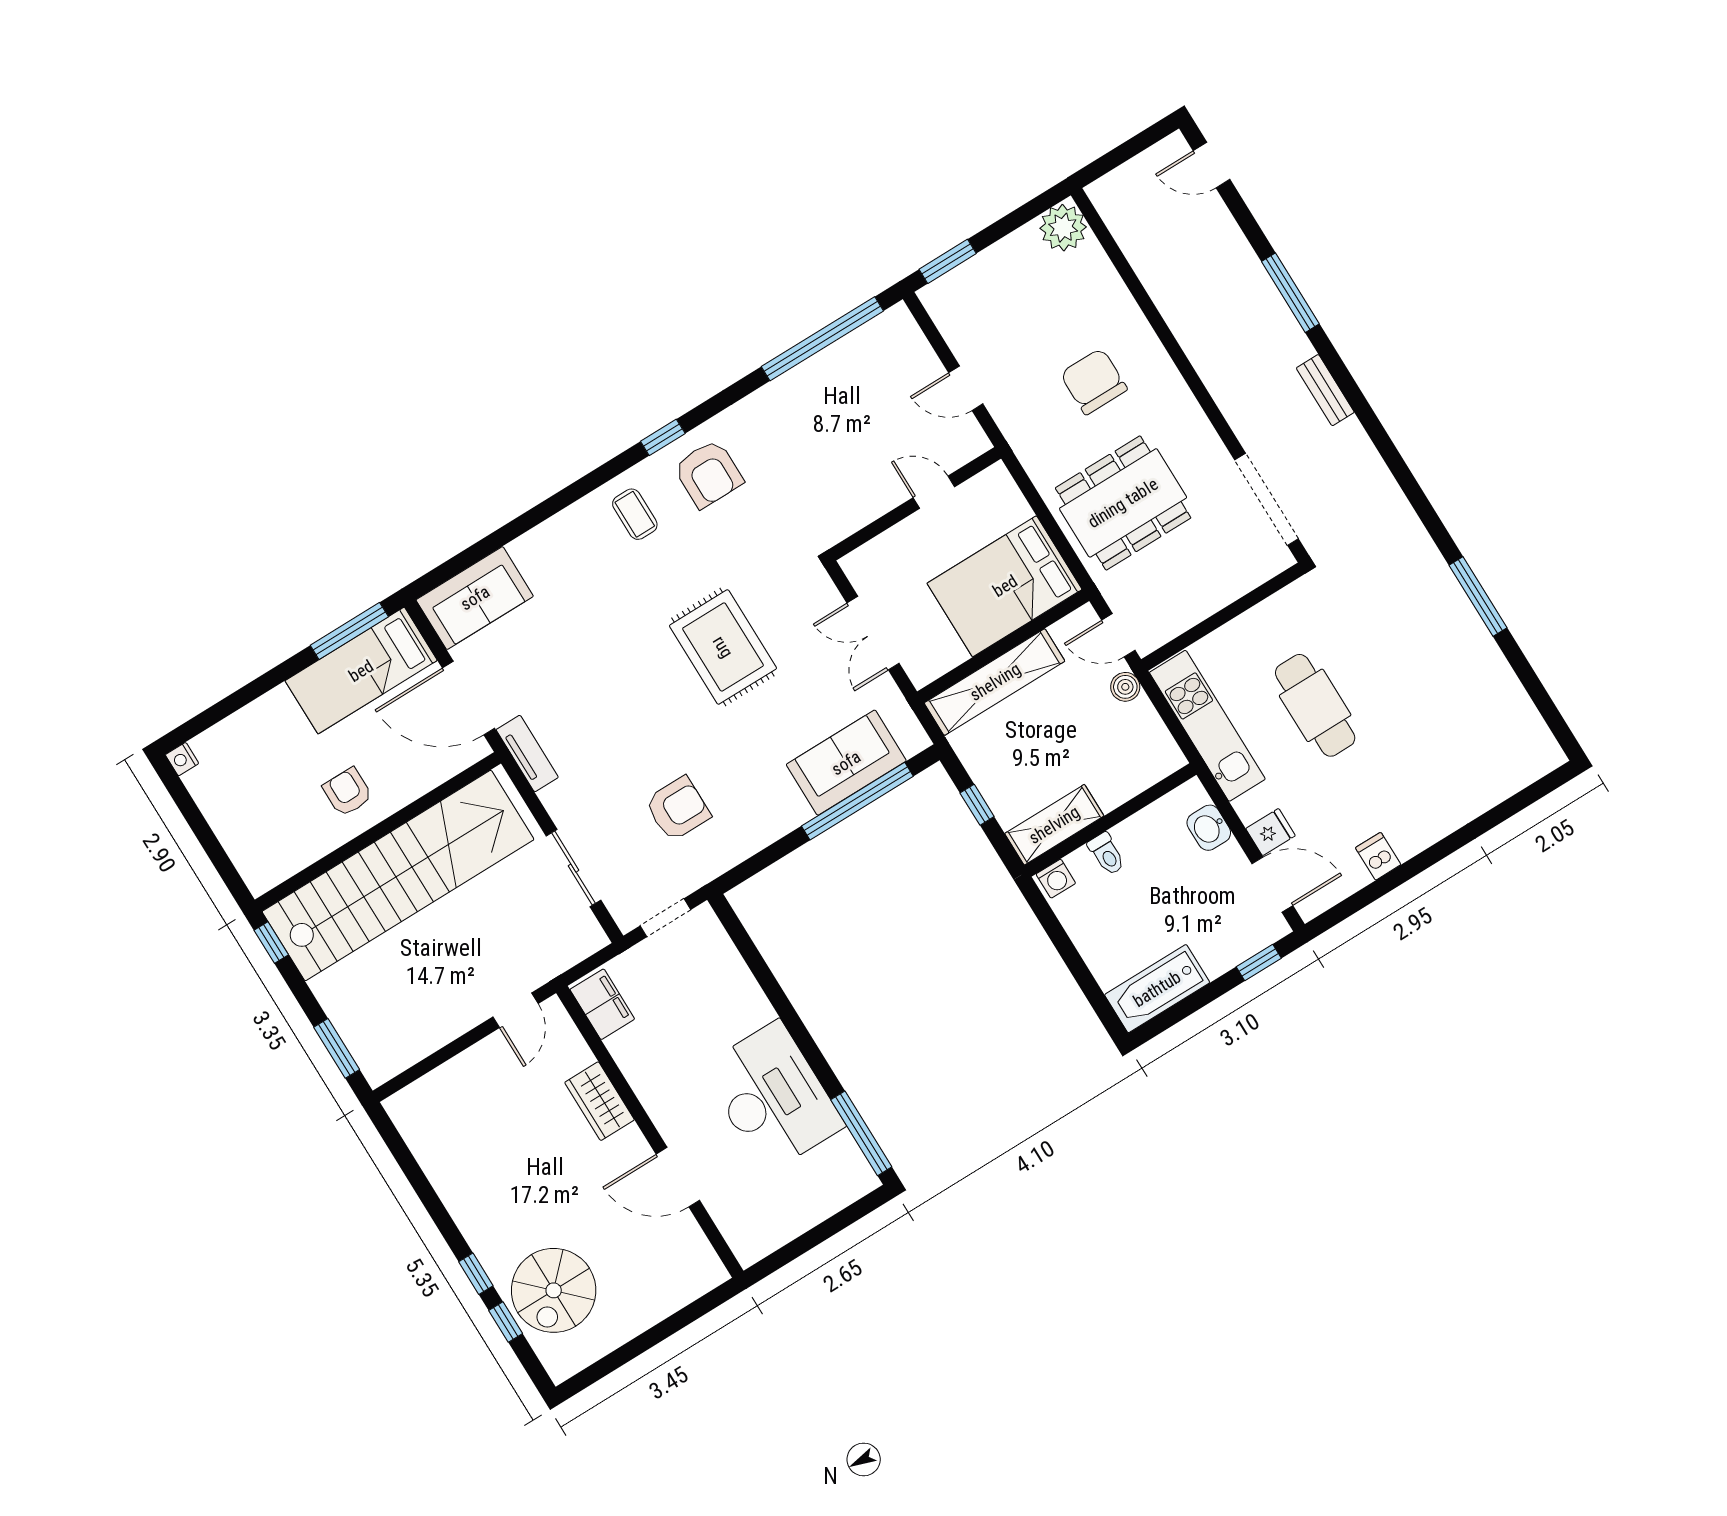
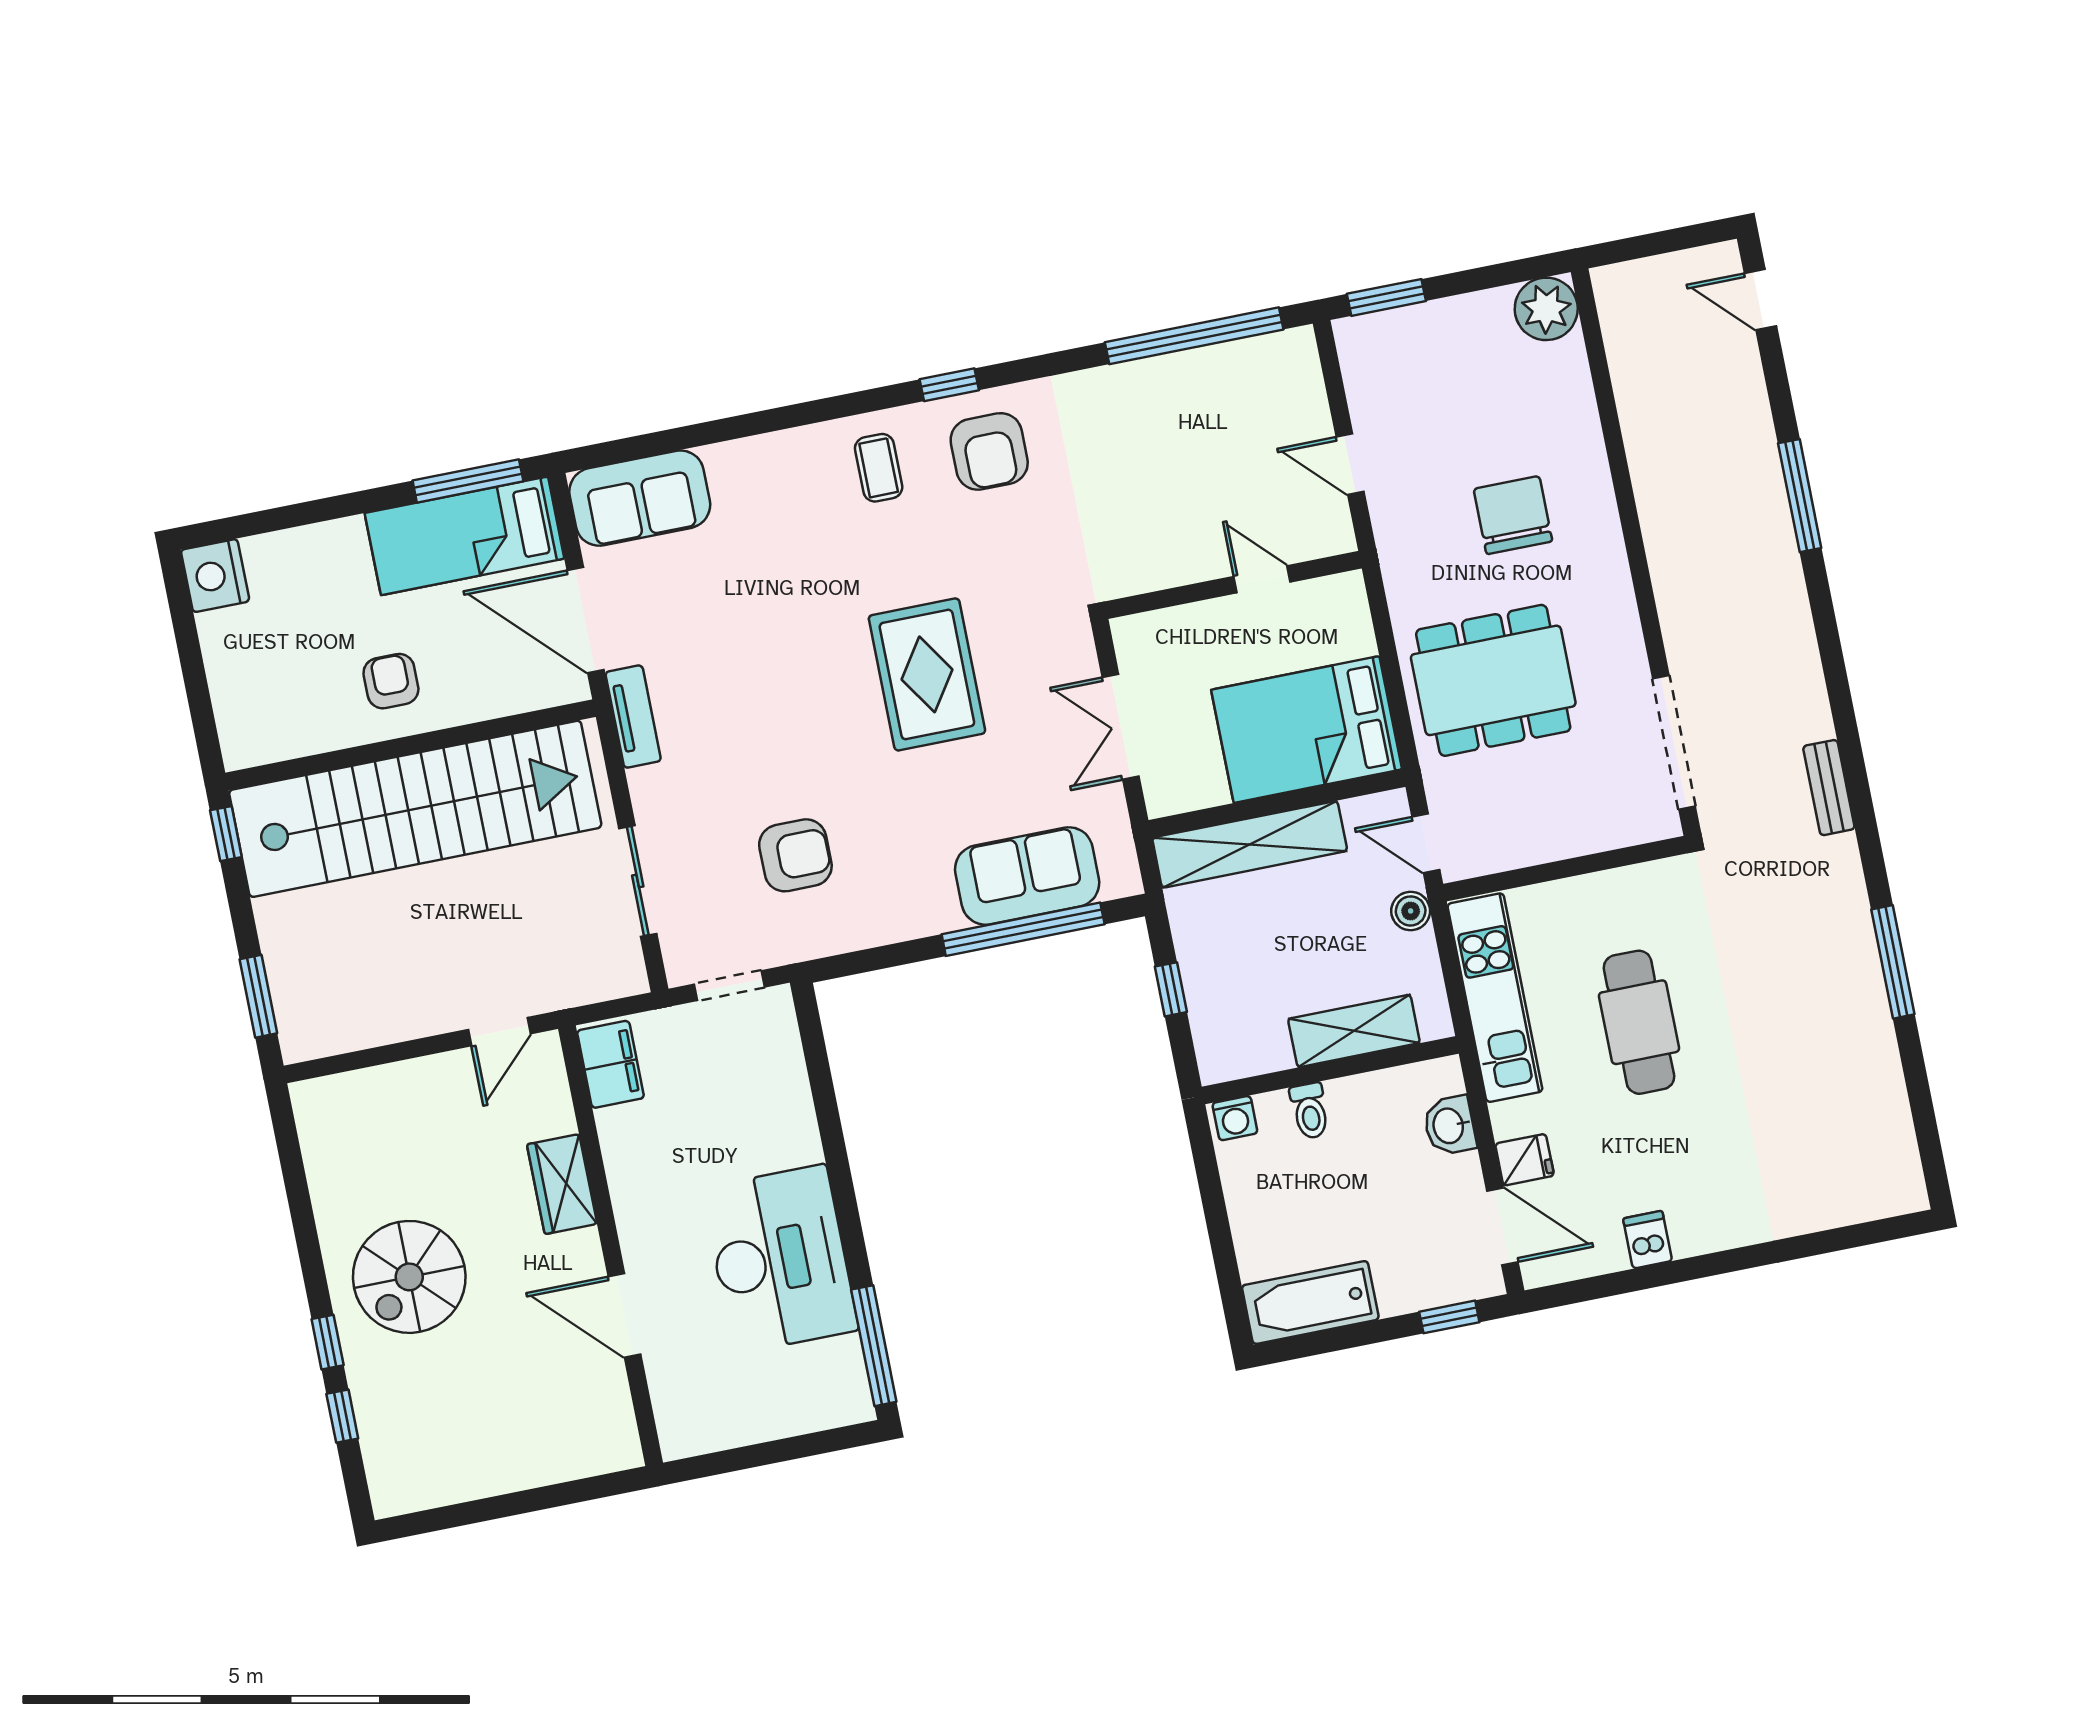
bench: (1325, 390) -> (1829, 788), moved
nightstand: (182, 759) -> (215, 576), width x1.89, depth x1.79
shelving: (1054, 825) -> (1354, 1031), moved
spiral stairs: (554, 1290) -> (409, 1277), moved

